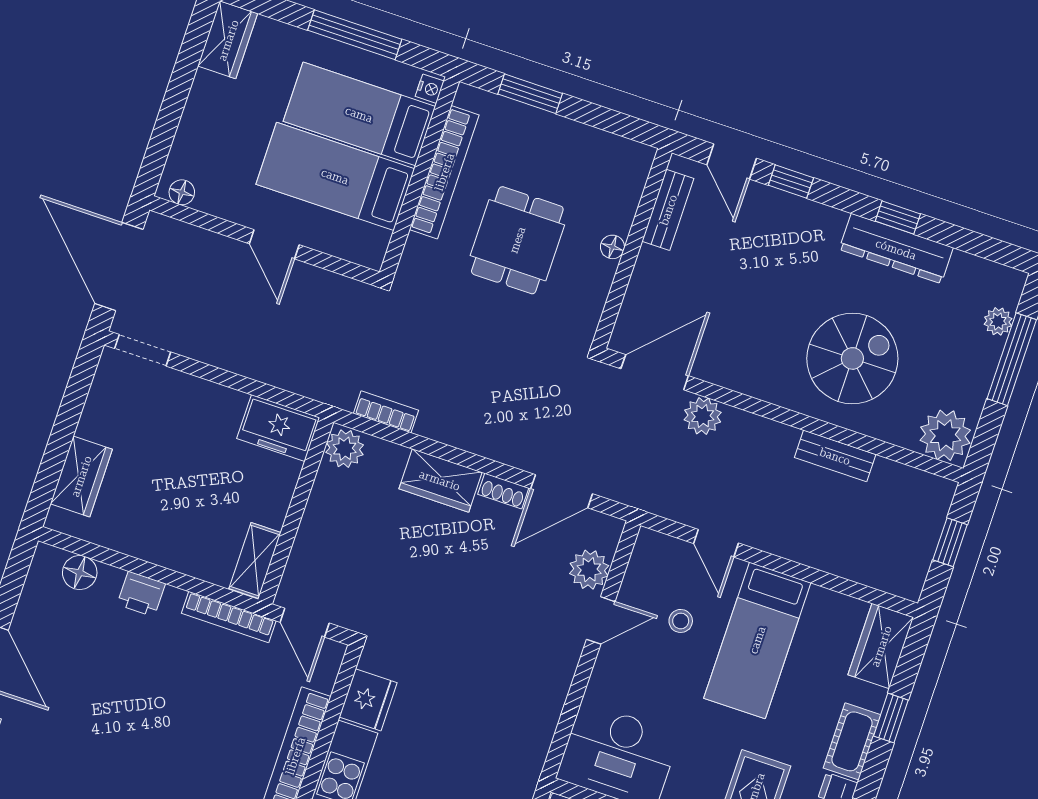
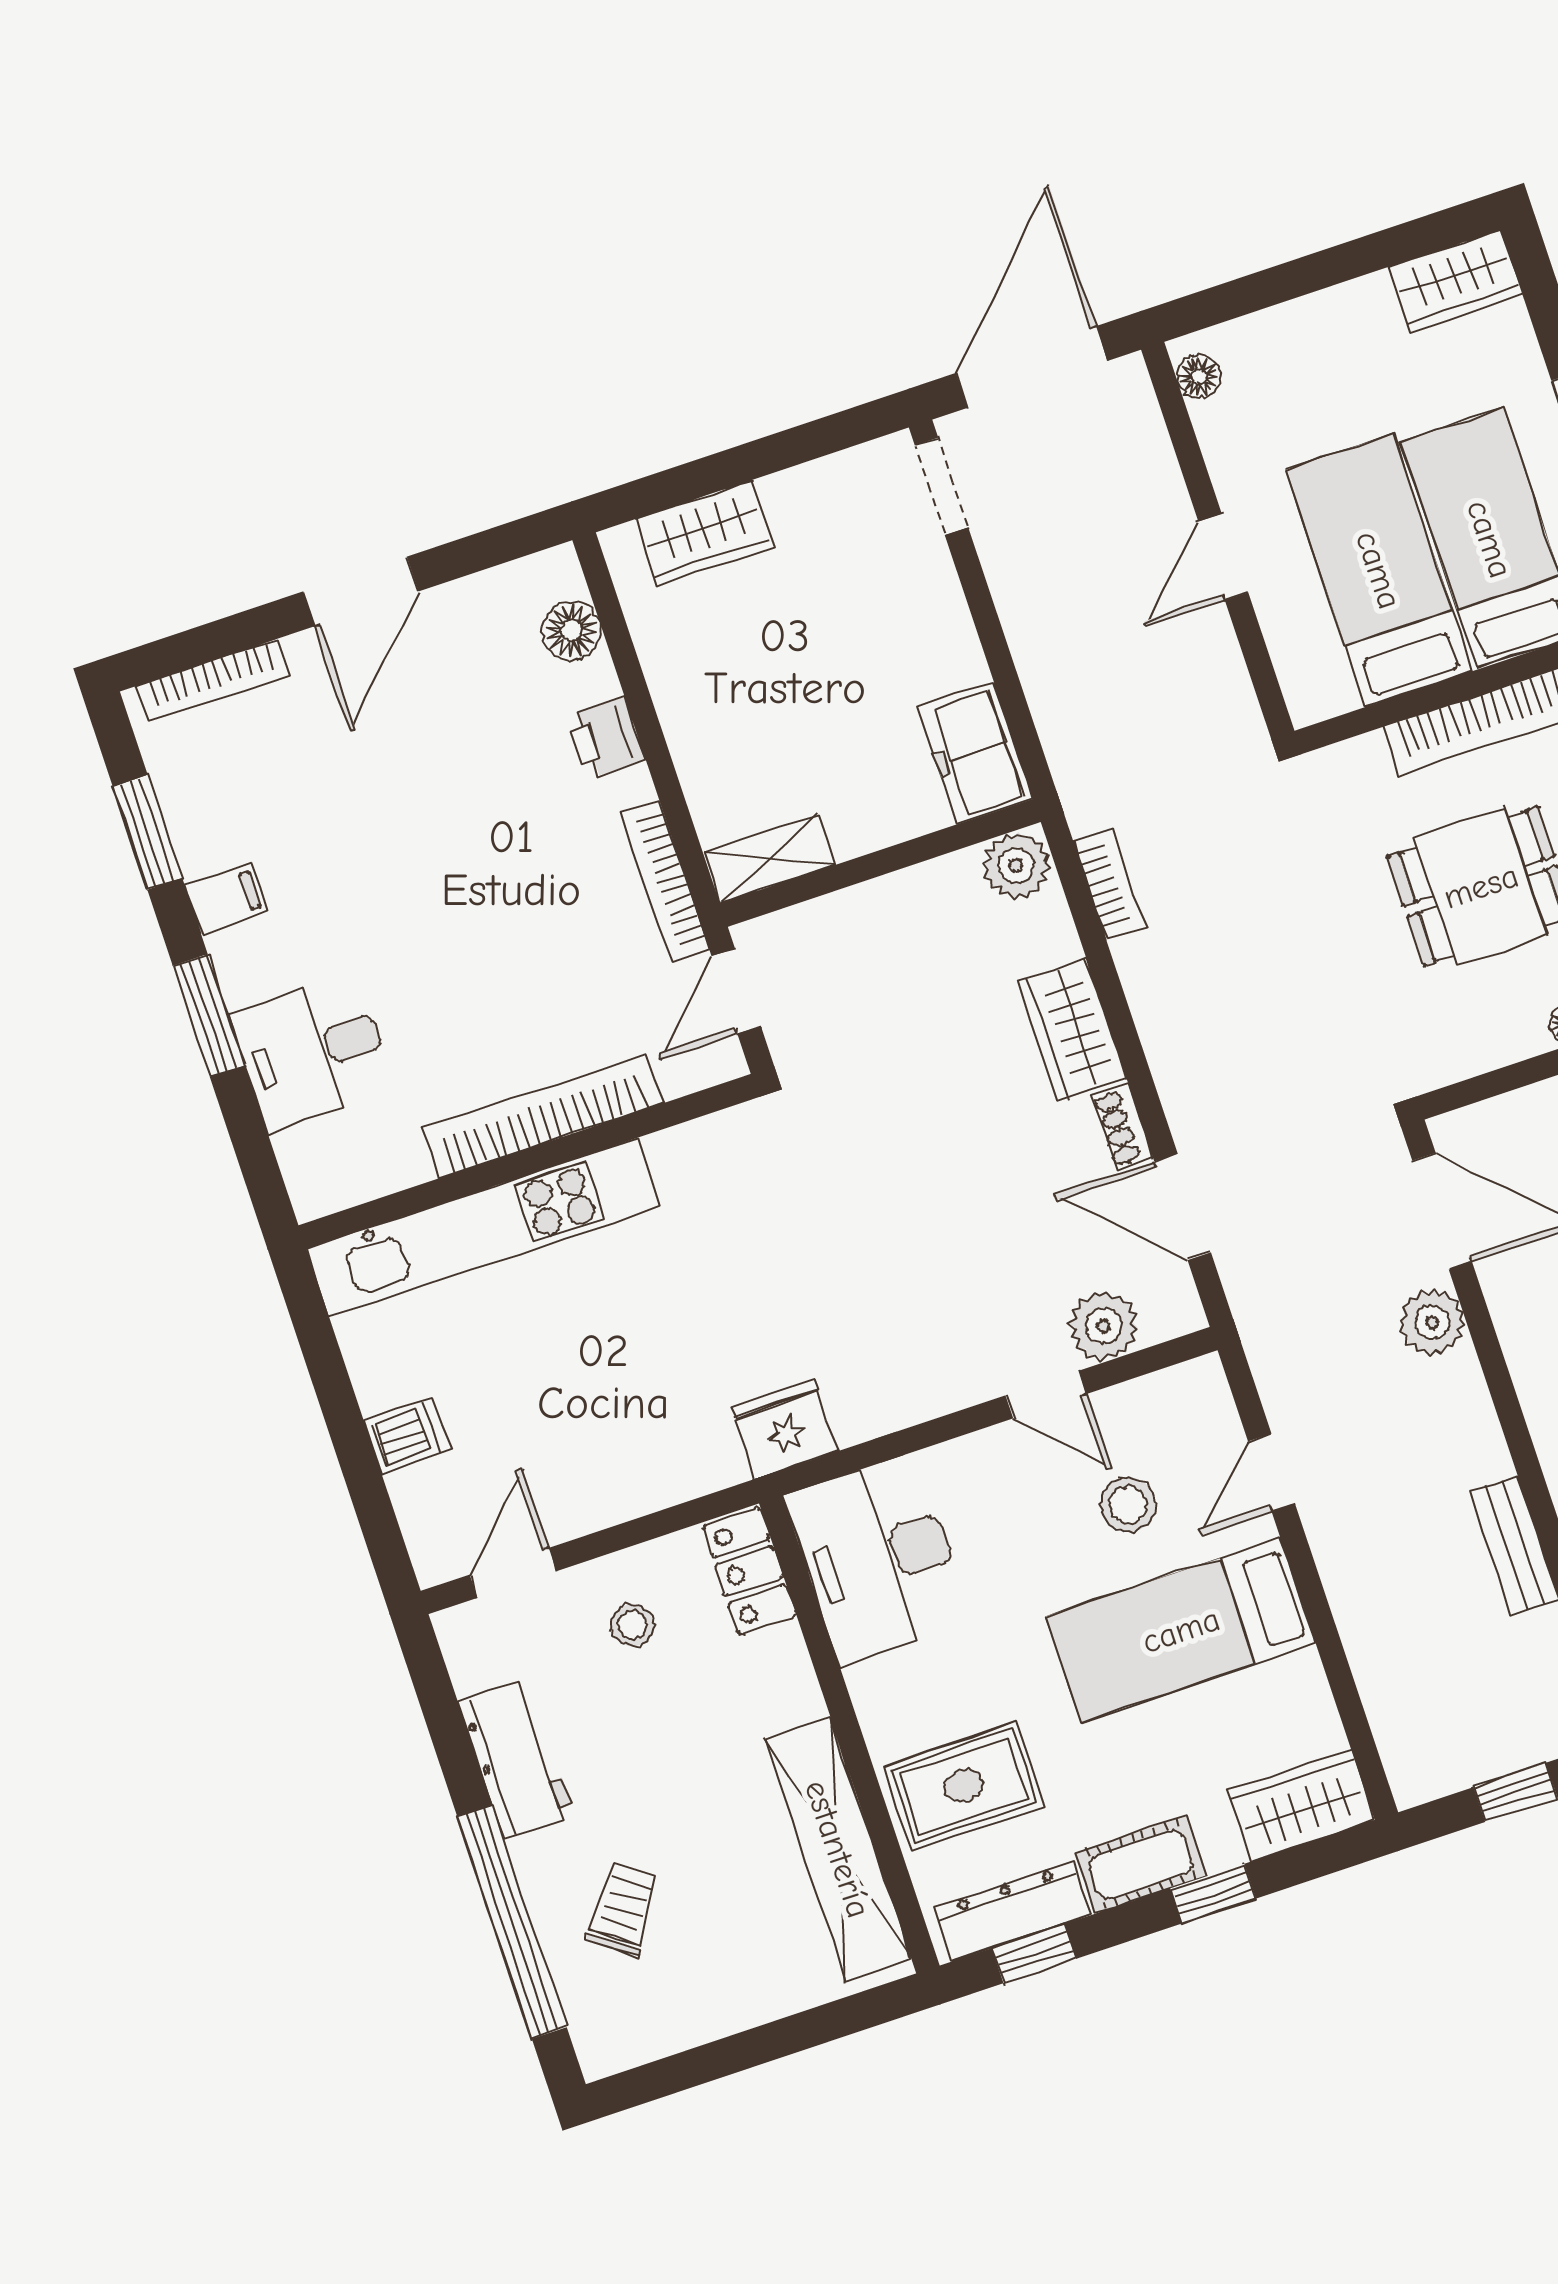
stool: (681, 621) -> (1128, 1505), width x1.37, depth x1.37
fridge: (368, 700) -> (784, 1429), moved, turned 180

